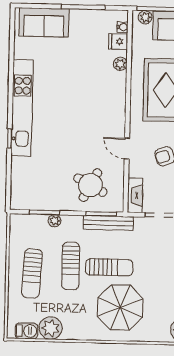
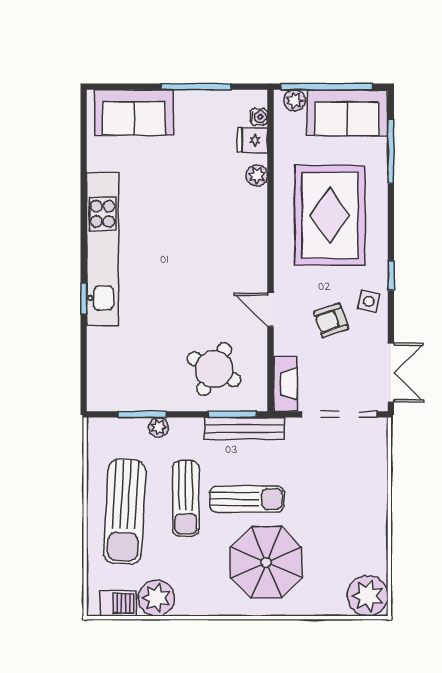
sun lounger: (32, 273) -> (125, 512), width x1.36, depth x1.34

